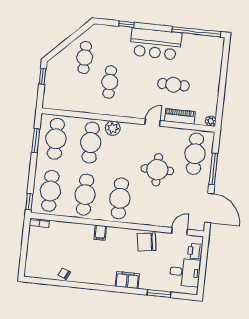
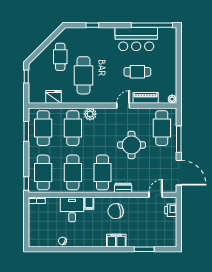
bar counter: (156, 44) -> (136, 39), moved
cafe table: (110, 82) -> (83, 75), width x1.37, depth x1.35
fridge: (72, 104) -> (54, 97), added
dresser: (142, 219) -> (123, 188), added
chair: (147, 242) -> (116, 211), moved
desk: (185, 272) -> (72, 210), moved, turned -90

